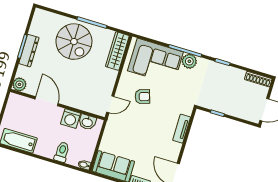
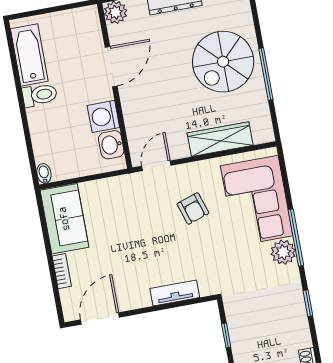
wardrobe: (117, 51) -> (220, 139), moved
door: (110, 104) -> (156, 166), swing flipped
toilet: (62, 152) -> (40, 95), moved

